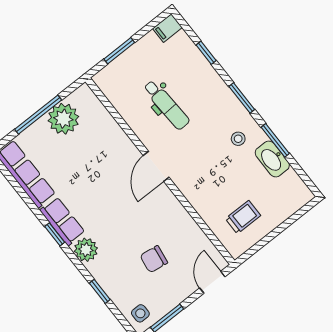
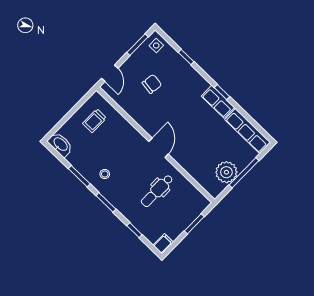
dental chair: (166, 105) -> (157, 191), turned -87
washbasin: (272, 159) -> (60, 144), moved
plant: (86, 250) -> (199, 84), removed

